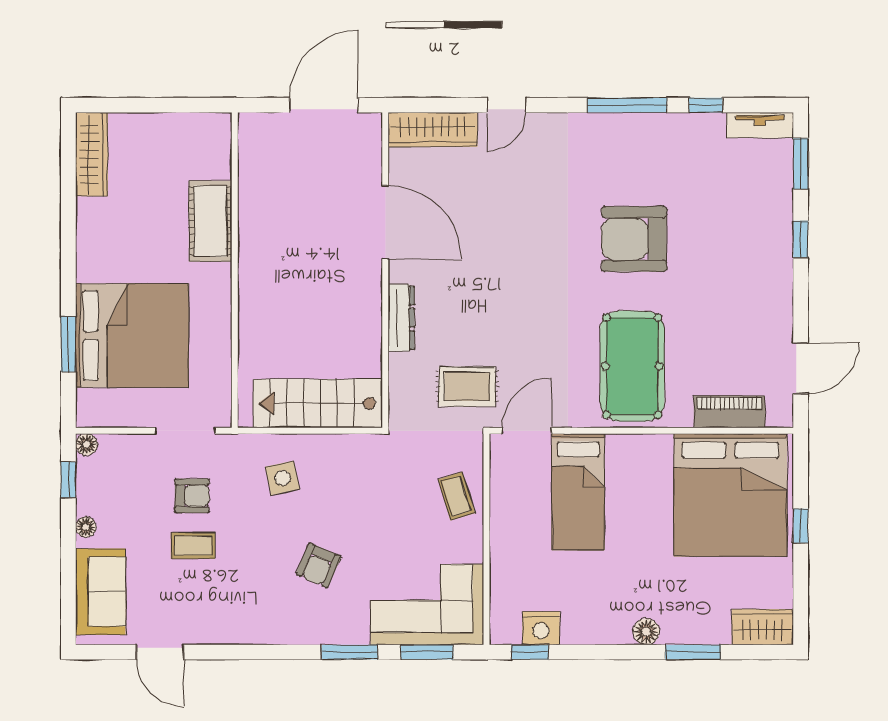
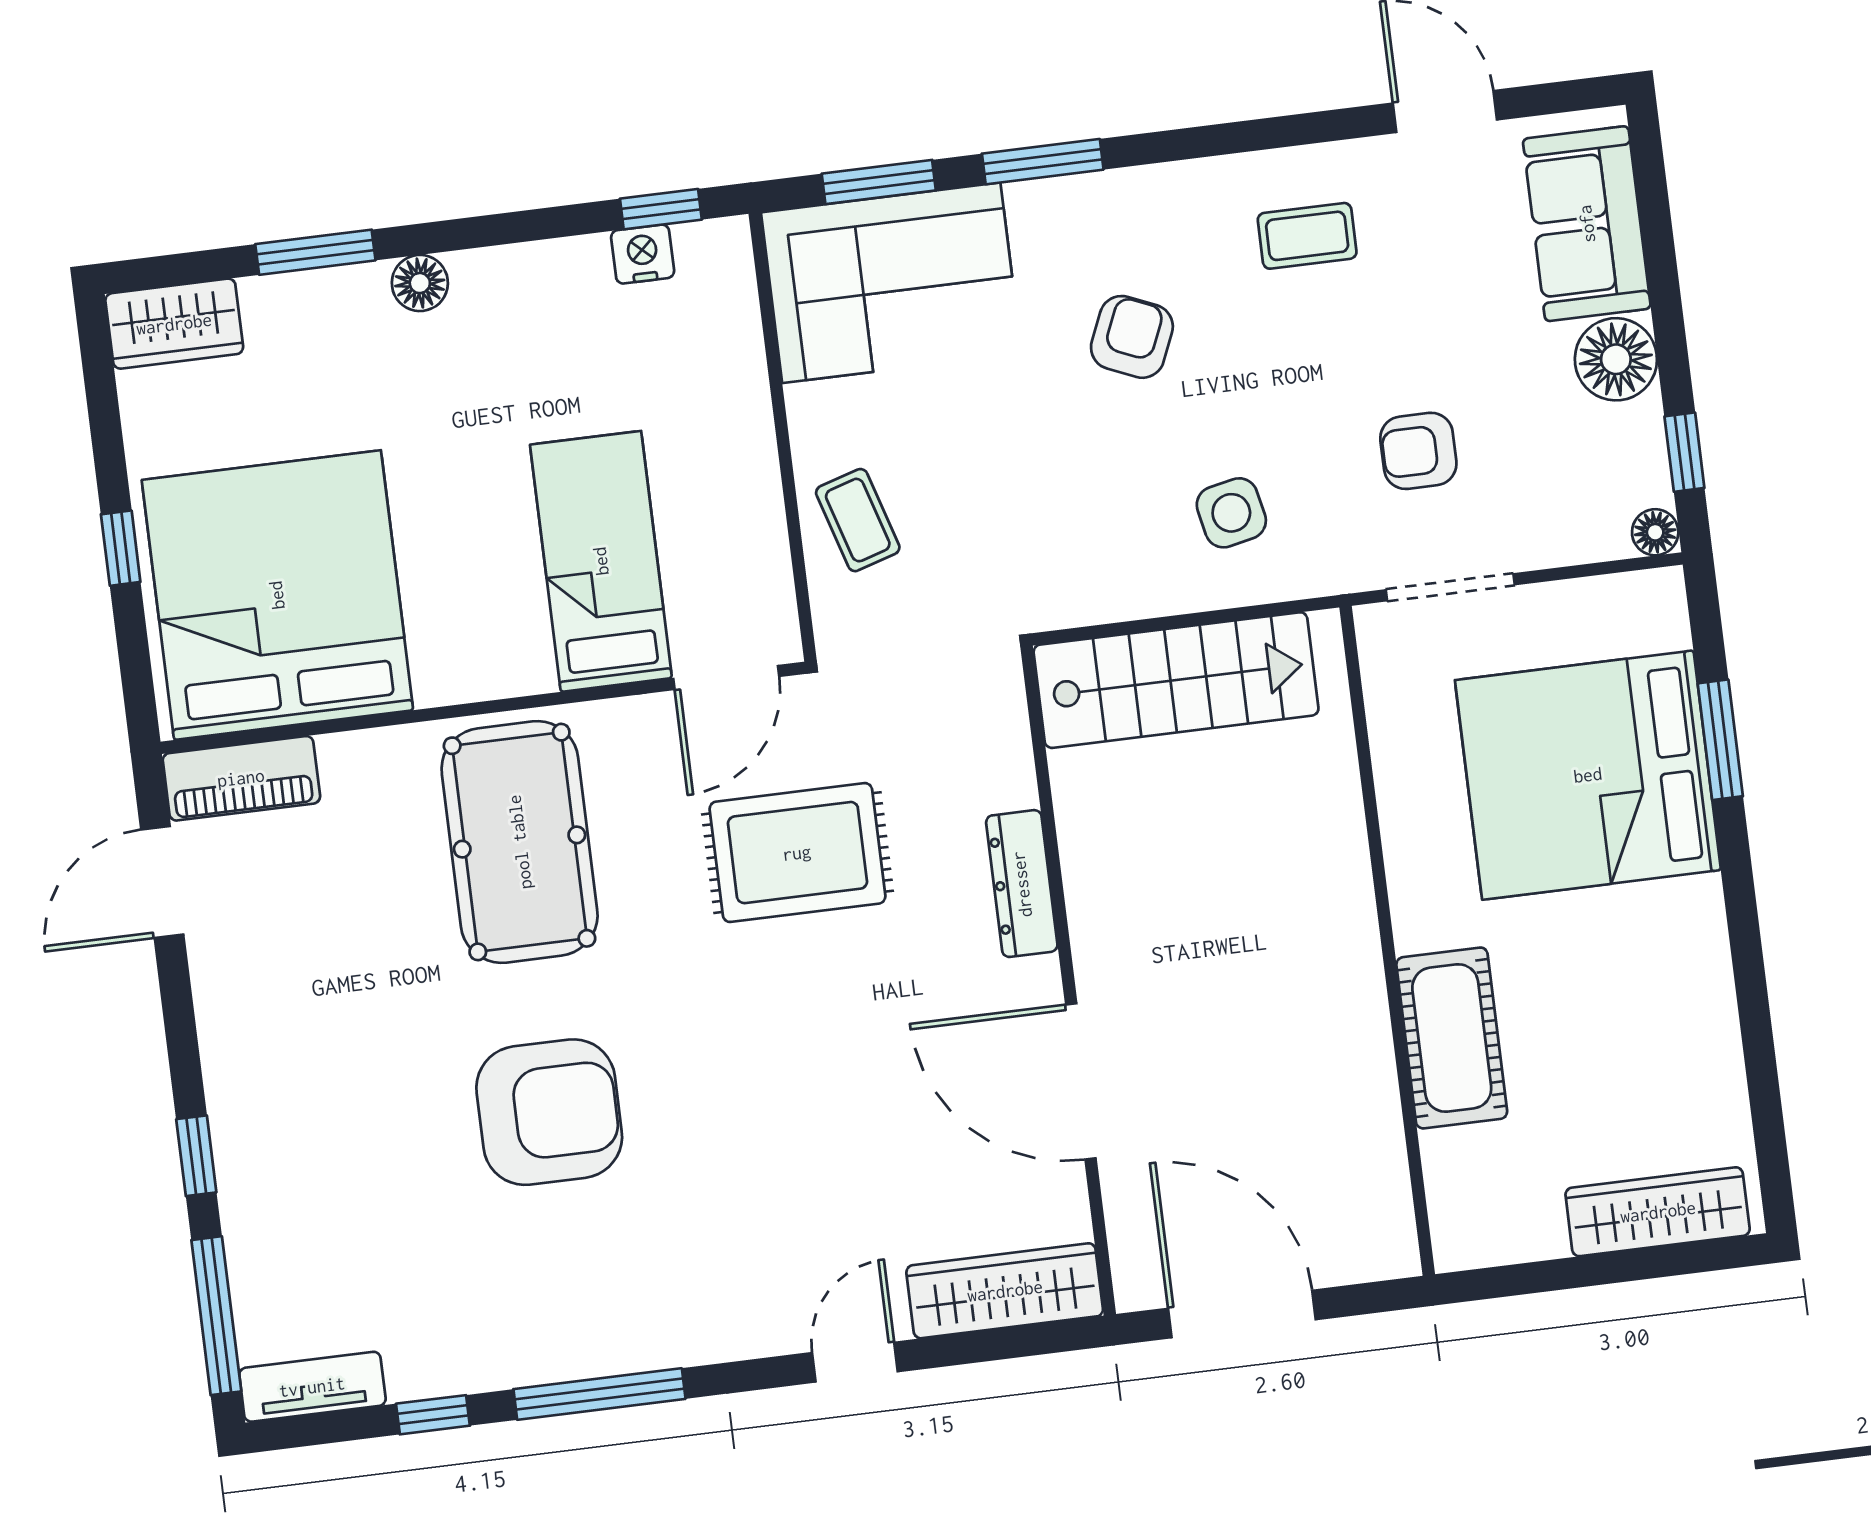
door: (324, 105) -> (1242, 1314), swing flipped
wardrobe: (92, 154) -> (1658, 1212), moved, turned 90
window: (801, 164) -> (216, 1316), width x1.44
rug: (467, 387) -> (797, 853), moved, width x1.36, depth x1.43
piano: (729, 412) -> (241, 778), moved
floor lamp: (86, 527) -> (1616, 359), width x1.89, depth x1.89
coffee table: (193, 546) -> (1307, 236), moved
nightstand: (541, 628) -> (643, 254), width x0.74, depth x0.75

